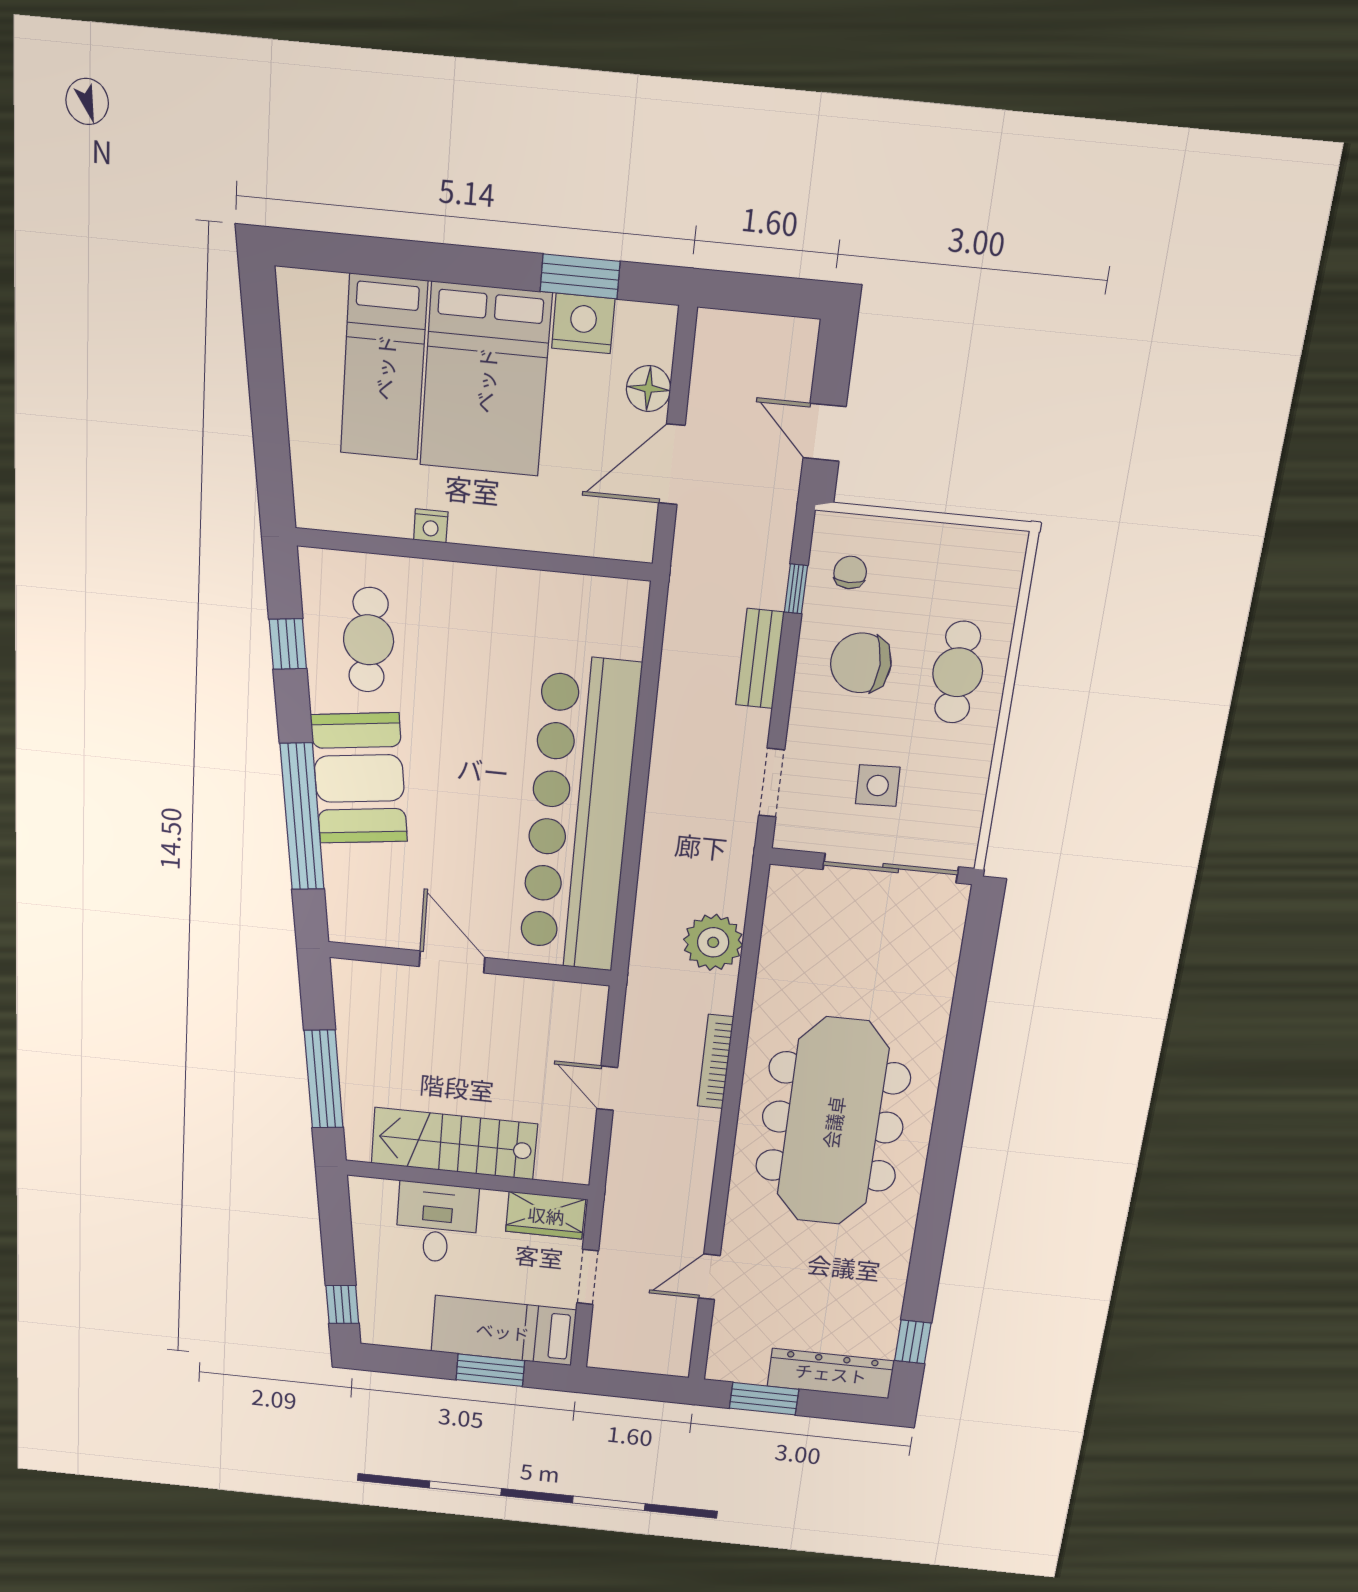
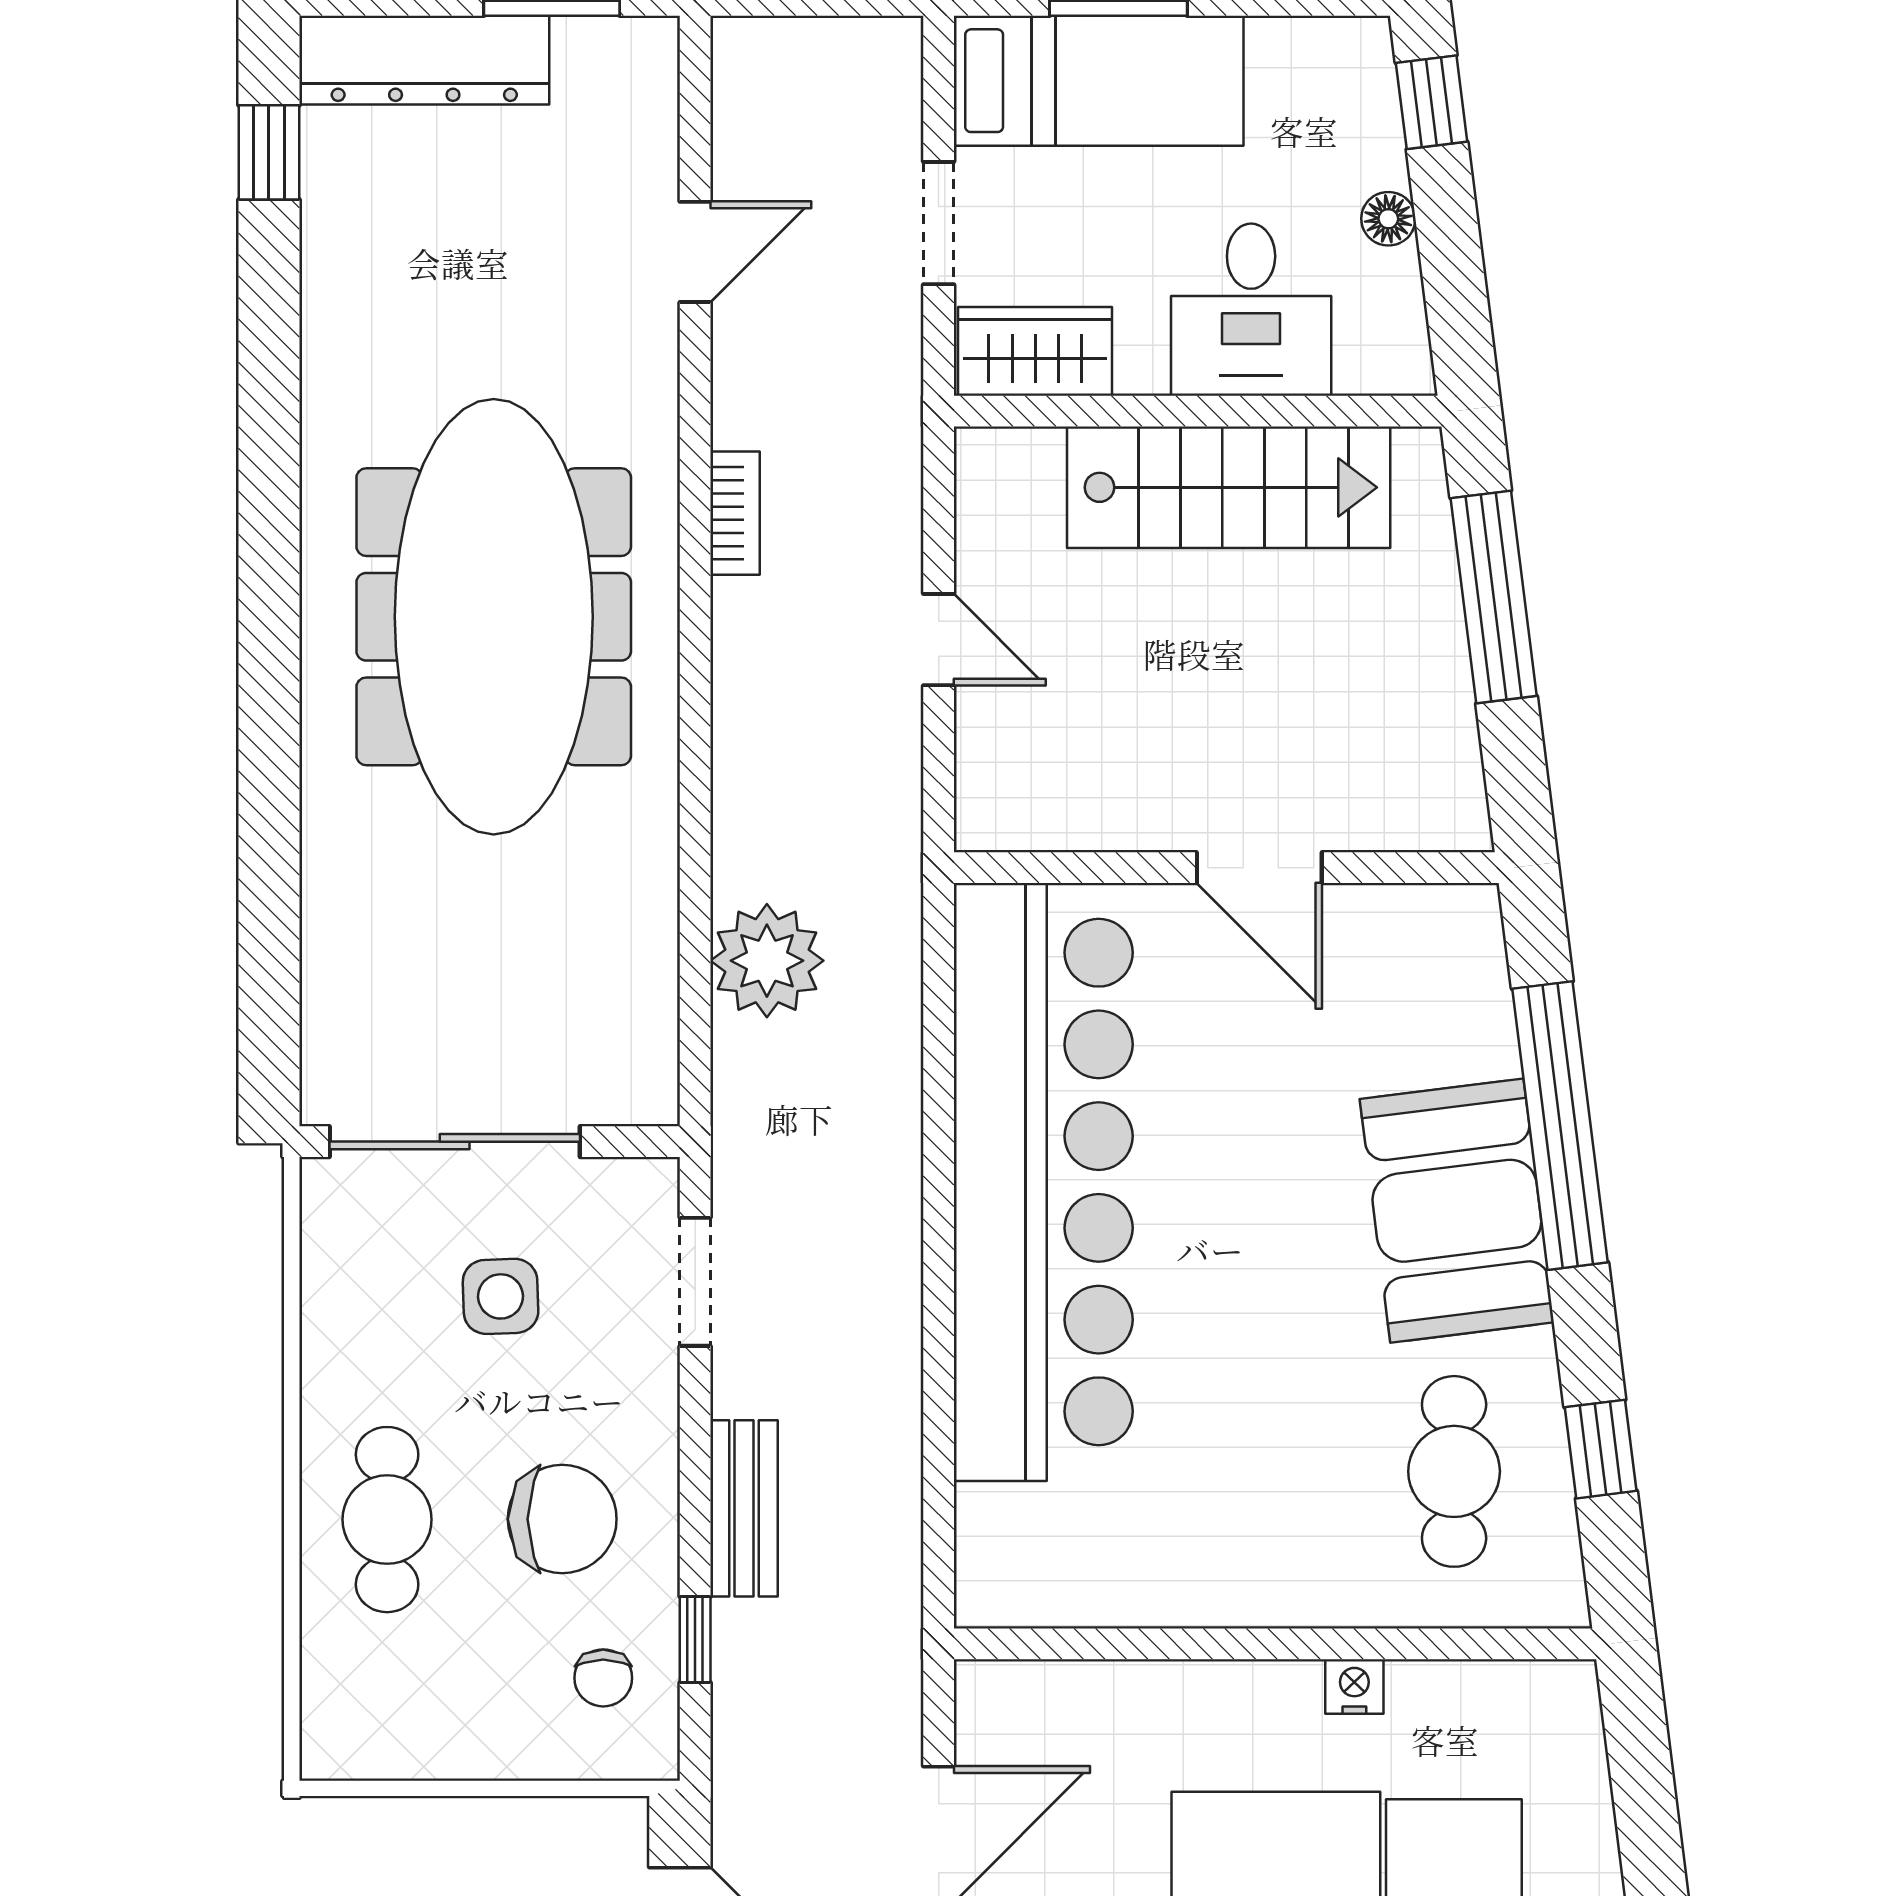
bookcase: (716, 1062) -> (735, 513), moved, width x0.64
floor lamp: (366, 1256) -> (1388, 219), added

